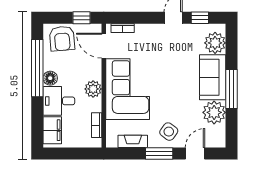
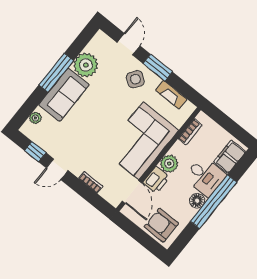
window: (82, 18) -> (132, 229), removed
bookcase: (123, 28) -> (91, 182), moved
armchair: (62, 38) -> (161, 225), turned -85
plant: (215, 43) -> (35, 118), width x0.53, depth x0.53
window: (37, 68) -> (214, 202), moved
printer: (93, 69) -> (156, 180), added
door: (195, 154) -> (128, 44), swing flipped

